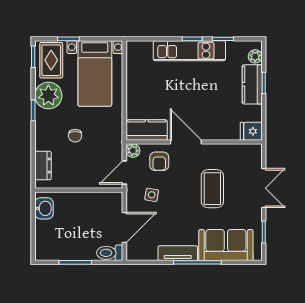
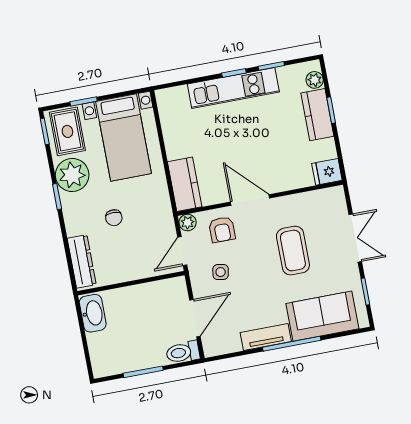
kitchen counter: (147, 130) -> (185, 184), moved, turned 90
dresser: (43, 166) -> (82, 261), width x1.44
washbasin: (44, 208) -> (93, 313), width x1.38

